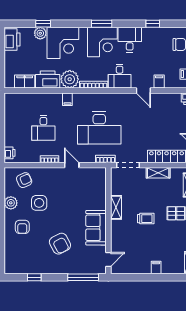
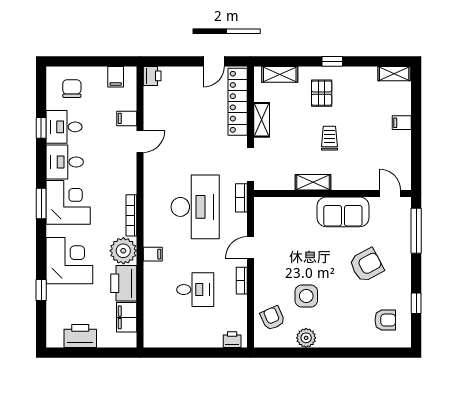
plant: (40, 33) -> (55, 294), removed
printer: (12, 39) -> (80, 336), moved
desk: (120, 76) -> (64, 127), moved, turned 180
armchair: (22, 227) -> (385, 320), moved

